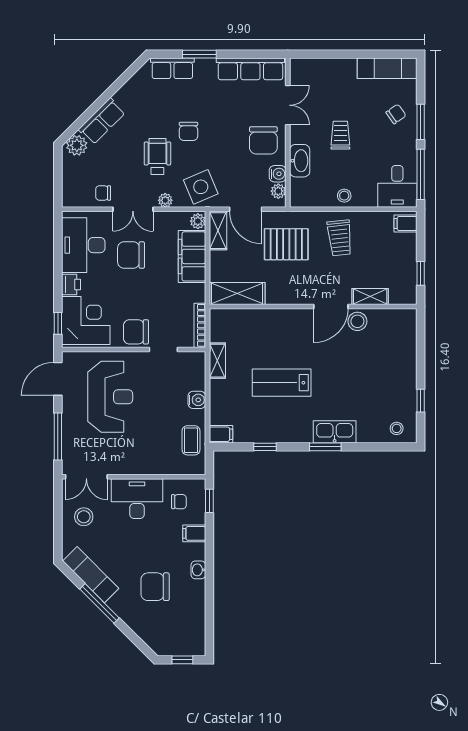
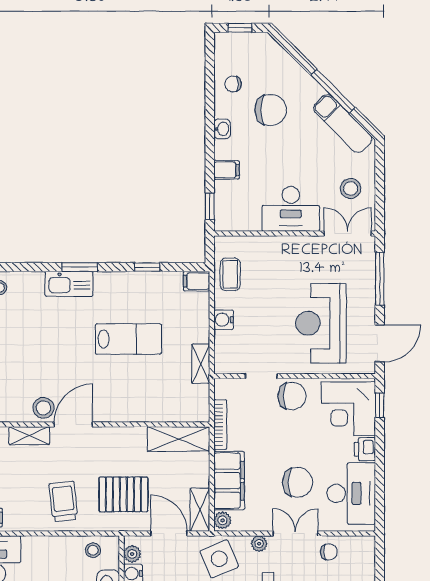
stool: (344, 196) -> (93, 550), moved
bookcase: (200, 325) -> (220, 425), moved
chair: (179, 502) -> (233, 84), moved

